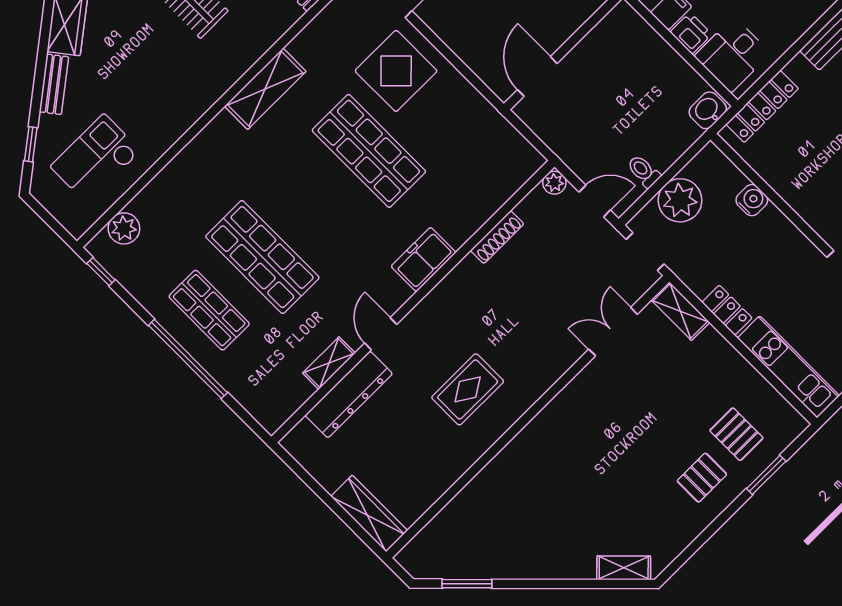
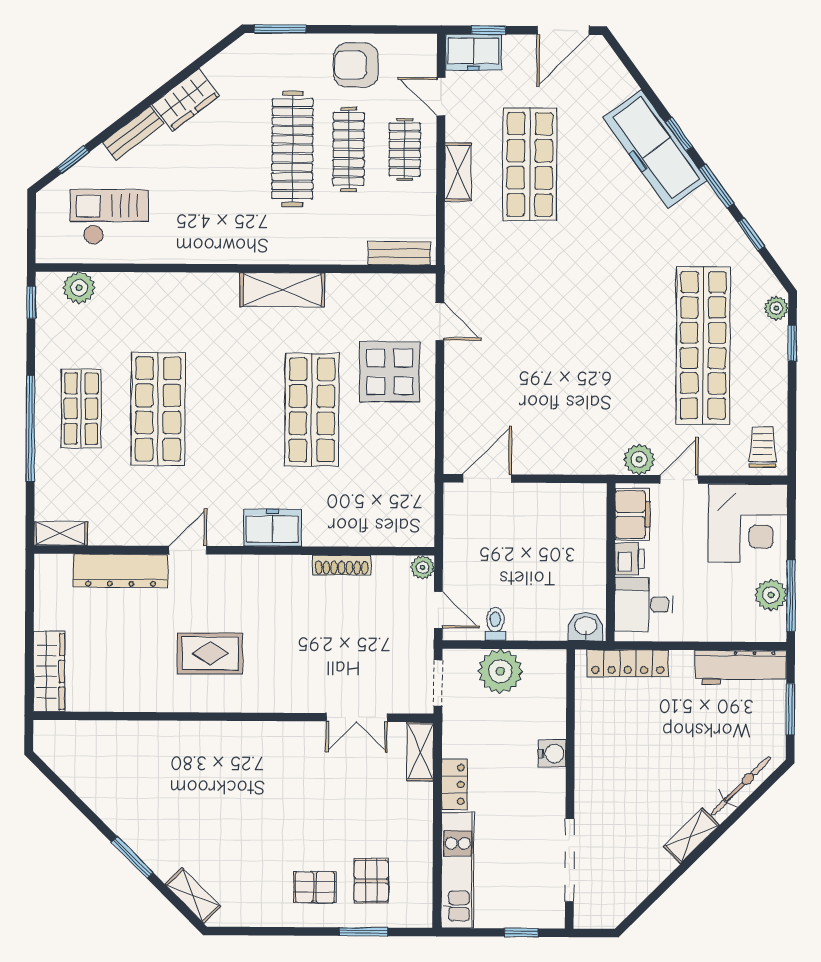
water cooler: (752, 200) -> (552, 754), moved
double door: (613, 332) -> (357, 717), swing flipped
shelving: (329, 363) -> (61, 533), moved
window: (467, 584) -> (132, 857), moved

